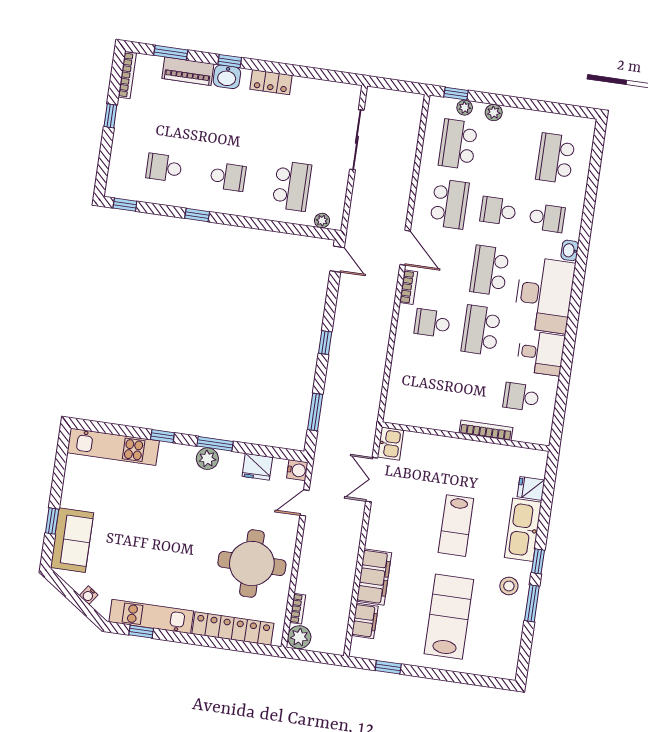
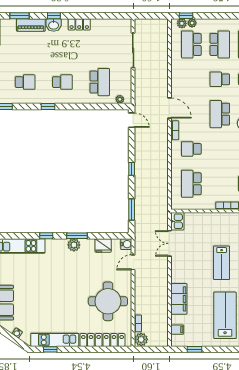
plant: (494, 112) -> (182, 23), moved
school desk: (164, 168) -> (25, 82), turned 180
school desk: (449, 204) -> (220, 44), moved
school desk: (481, 330) -> (191, 184), moved
filing cabinet: (365, 621) -> (177, 330), width x0.50

